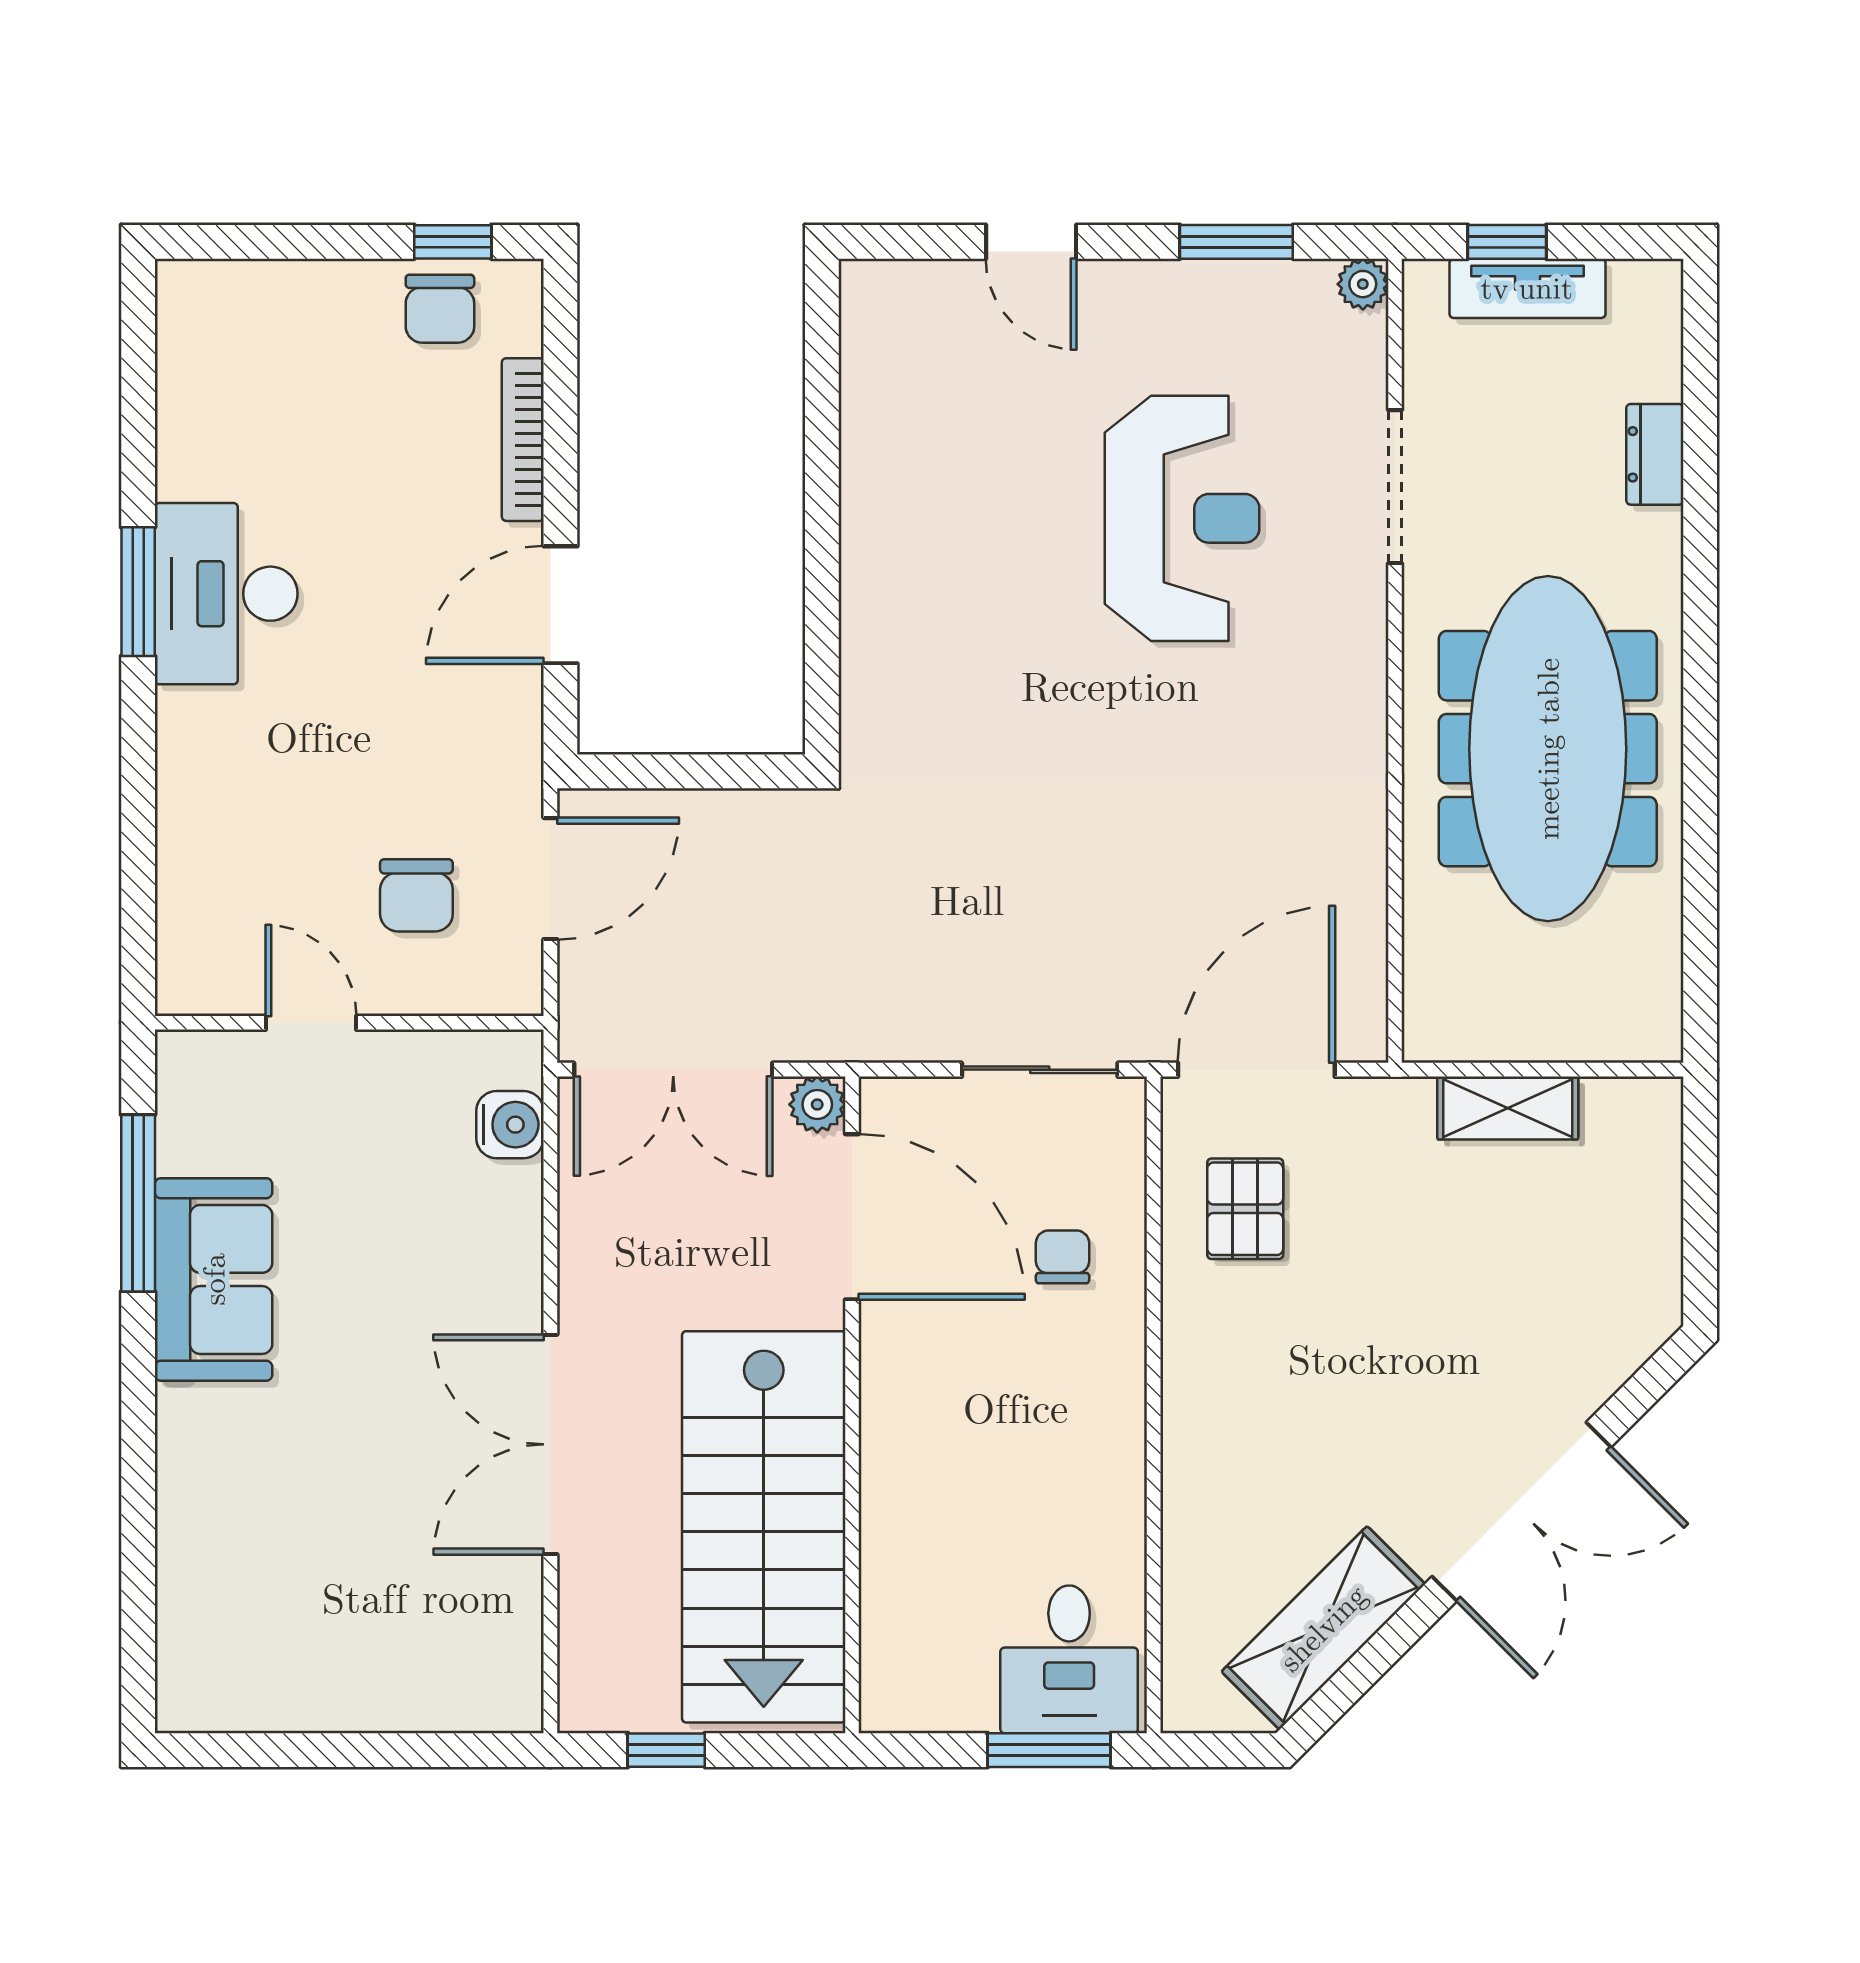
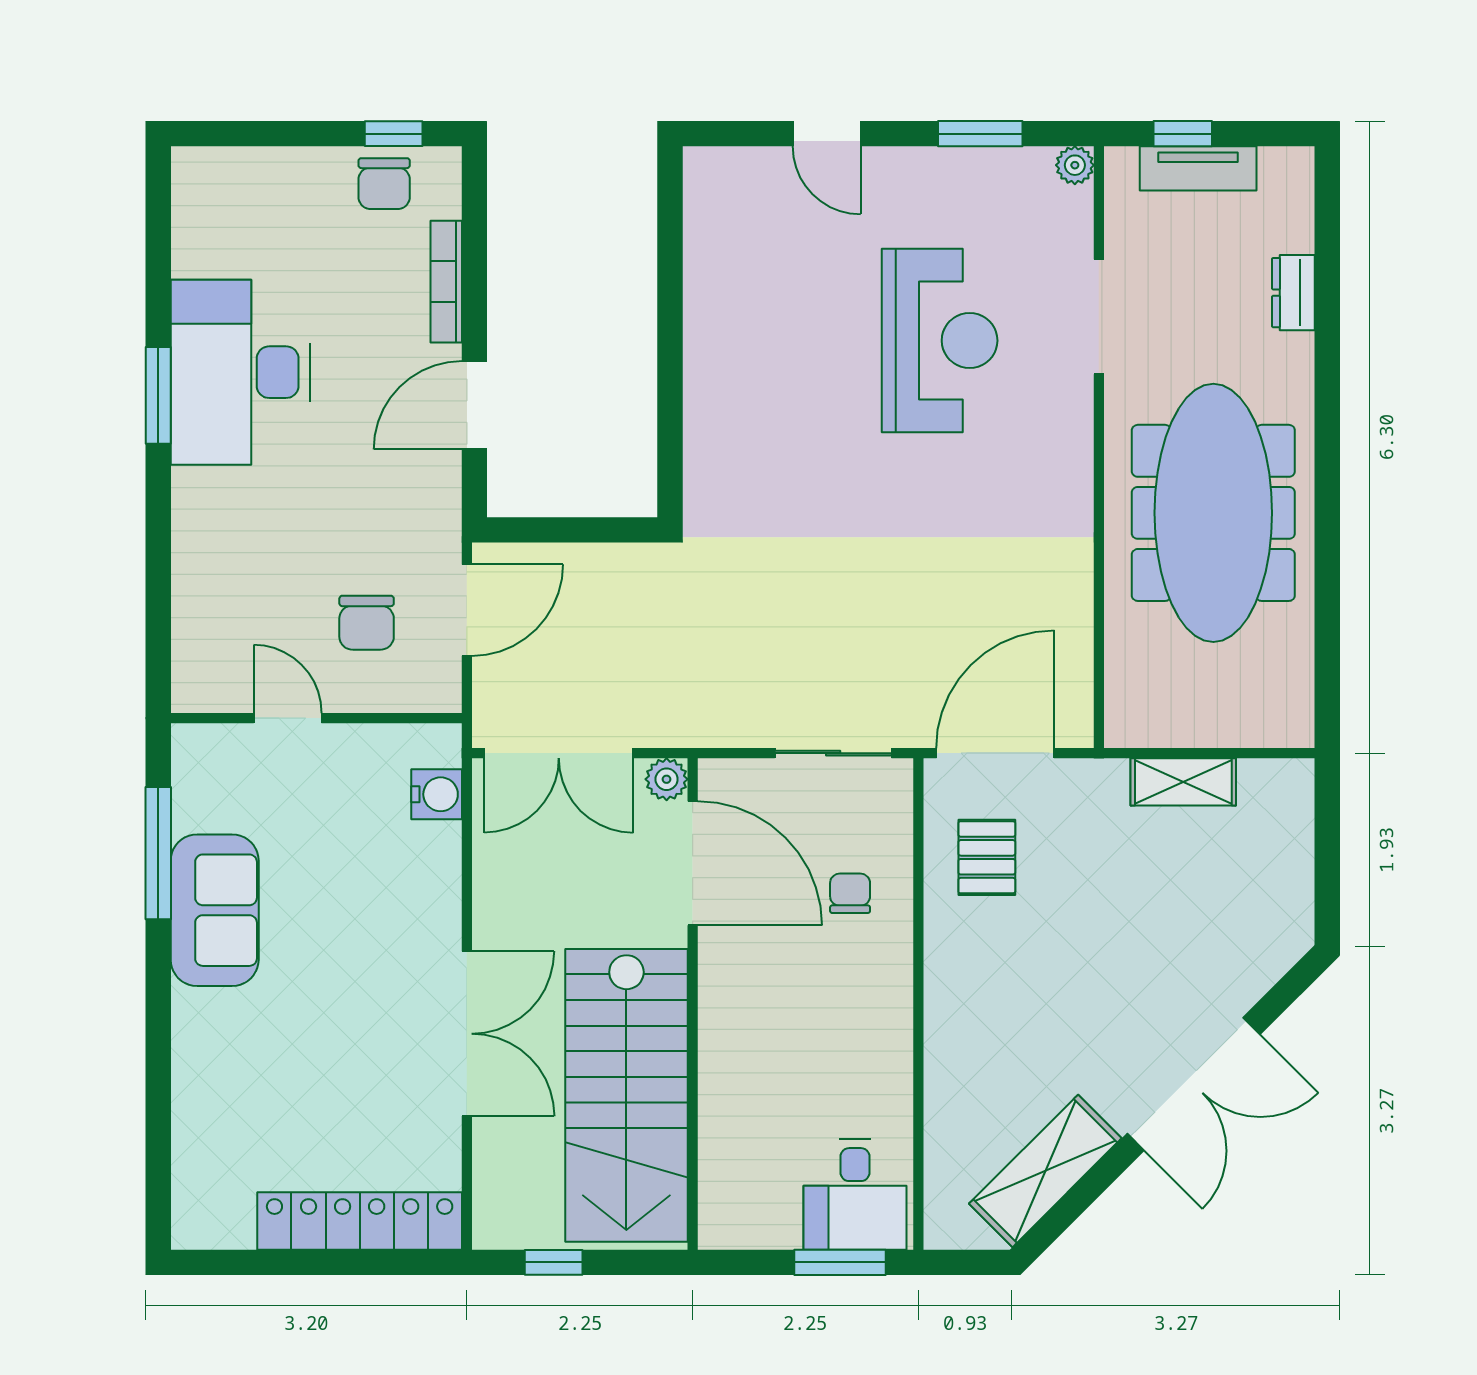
desk: (226, 594) -> (240, 372), width x1.36, depth x1.30
double door: (550, 1444) -> (467, 1034), swing flipped
locker: (407, 1695) -> (360, 1221), added

